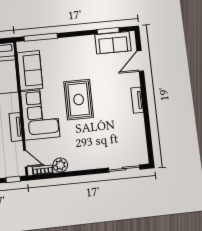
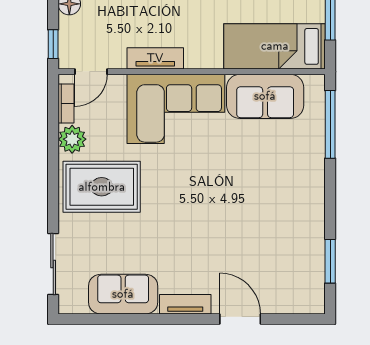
sofa: (113, 43) -> (123, 294), moved, turned 90
door: (140, 61) -> (240, 319), moved
rug: (79, 100) -> (102, 187), moved

